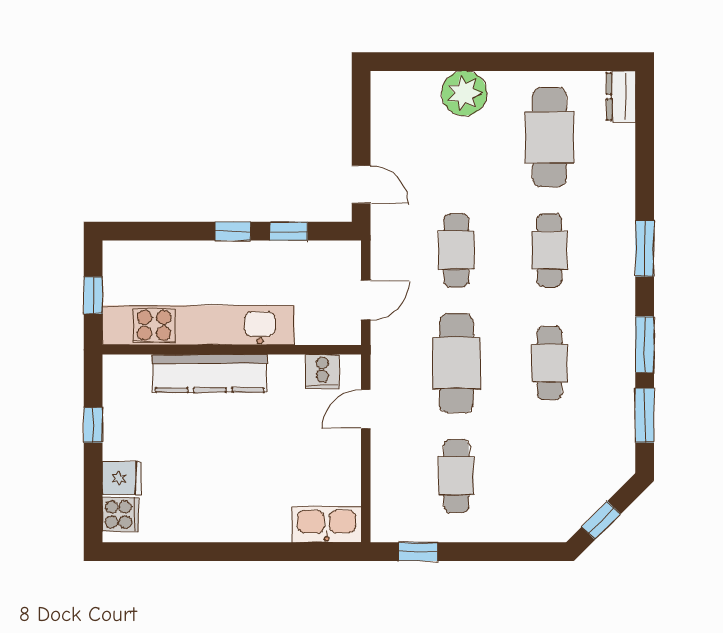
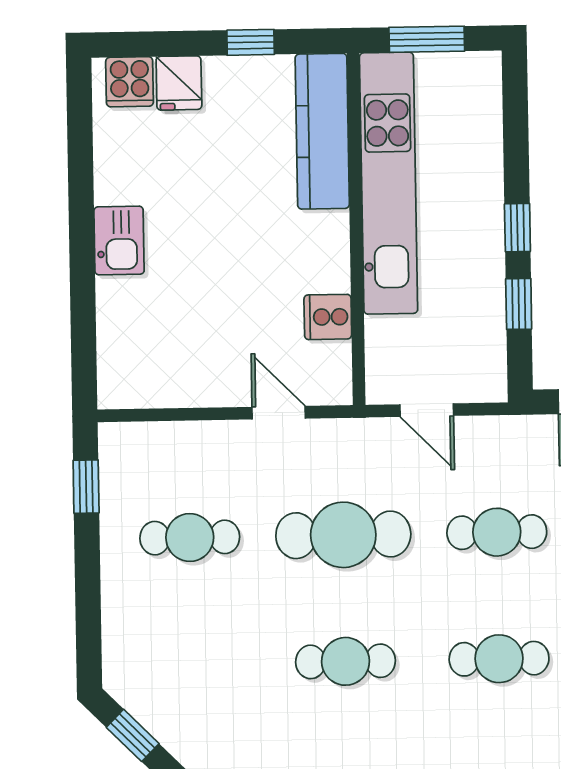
window: (93, 295) -> (427, 39), width x1.50
cooker: (322, 372) -> (328, 317), moved
kitchen counter: (210, 373) -> (322, 131), moved
kitchen sink: (327, 524) -> (119, 240), moved, width x0.73

